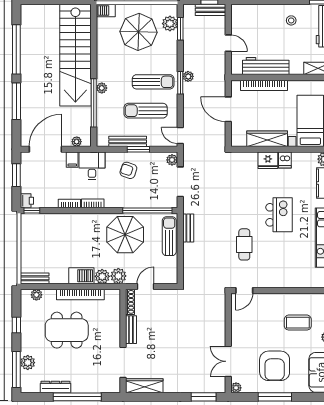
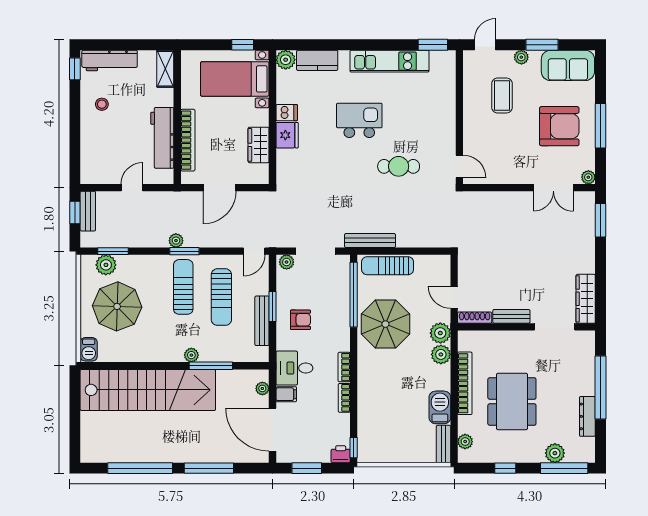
window: (94, 103) -> (211, 366), width x0.68
wardrobe: (267, 139) -> (259, 145), width x0.67
armchair: (128, 170) -> (300, 320), turned -109
bench: (188, 228) -> (370, 241), width x1.36
barbecue: (81, 276) -> (440, 407), moved

